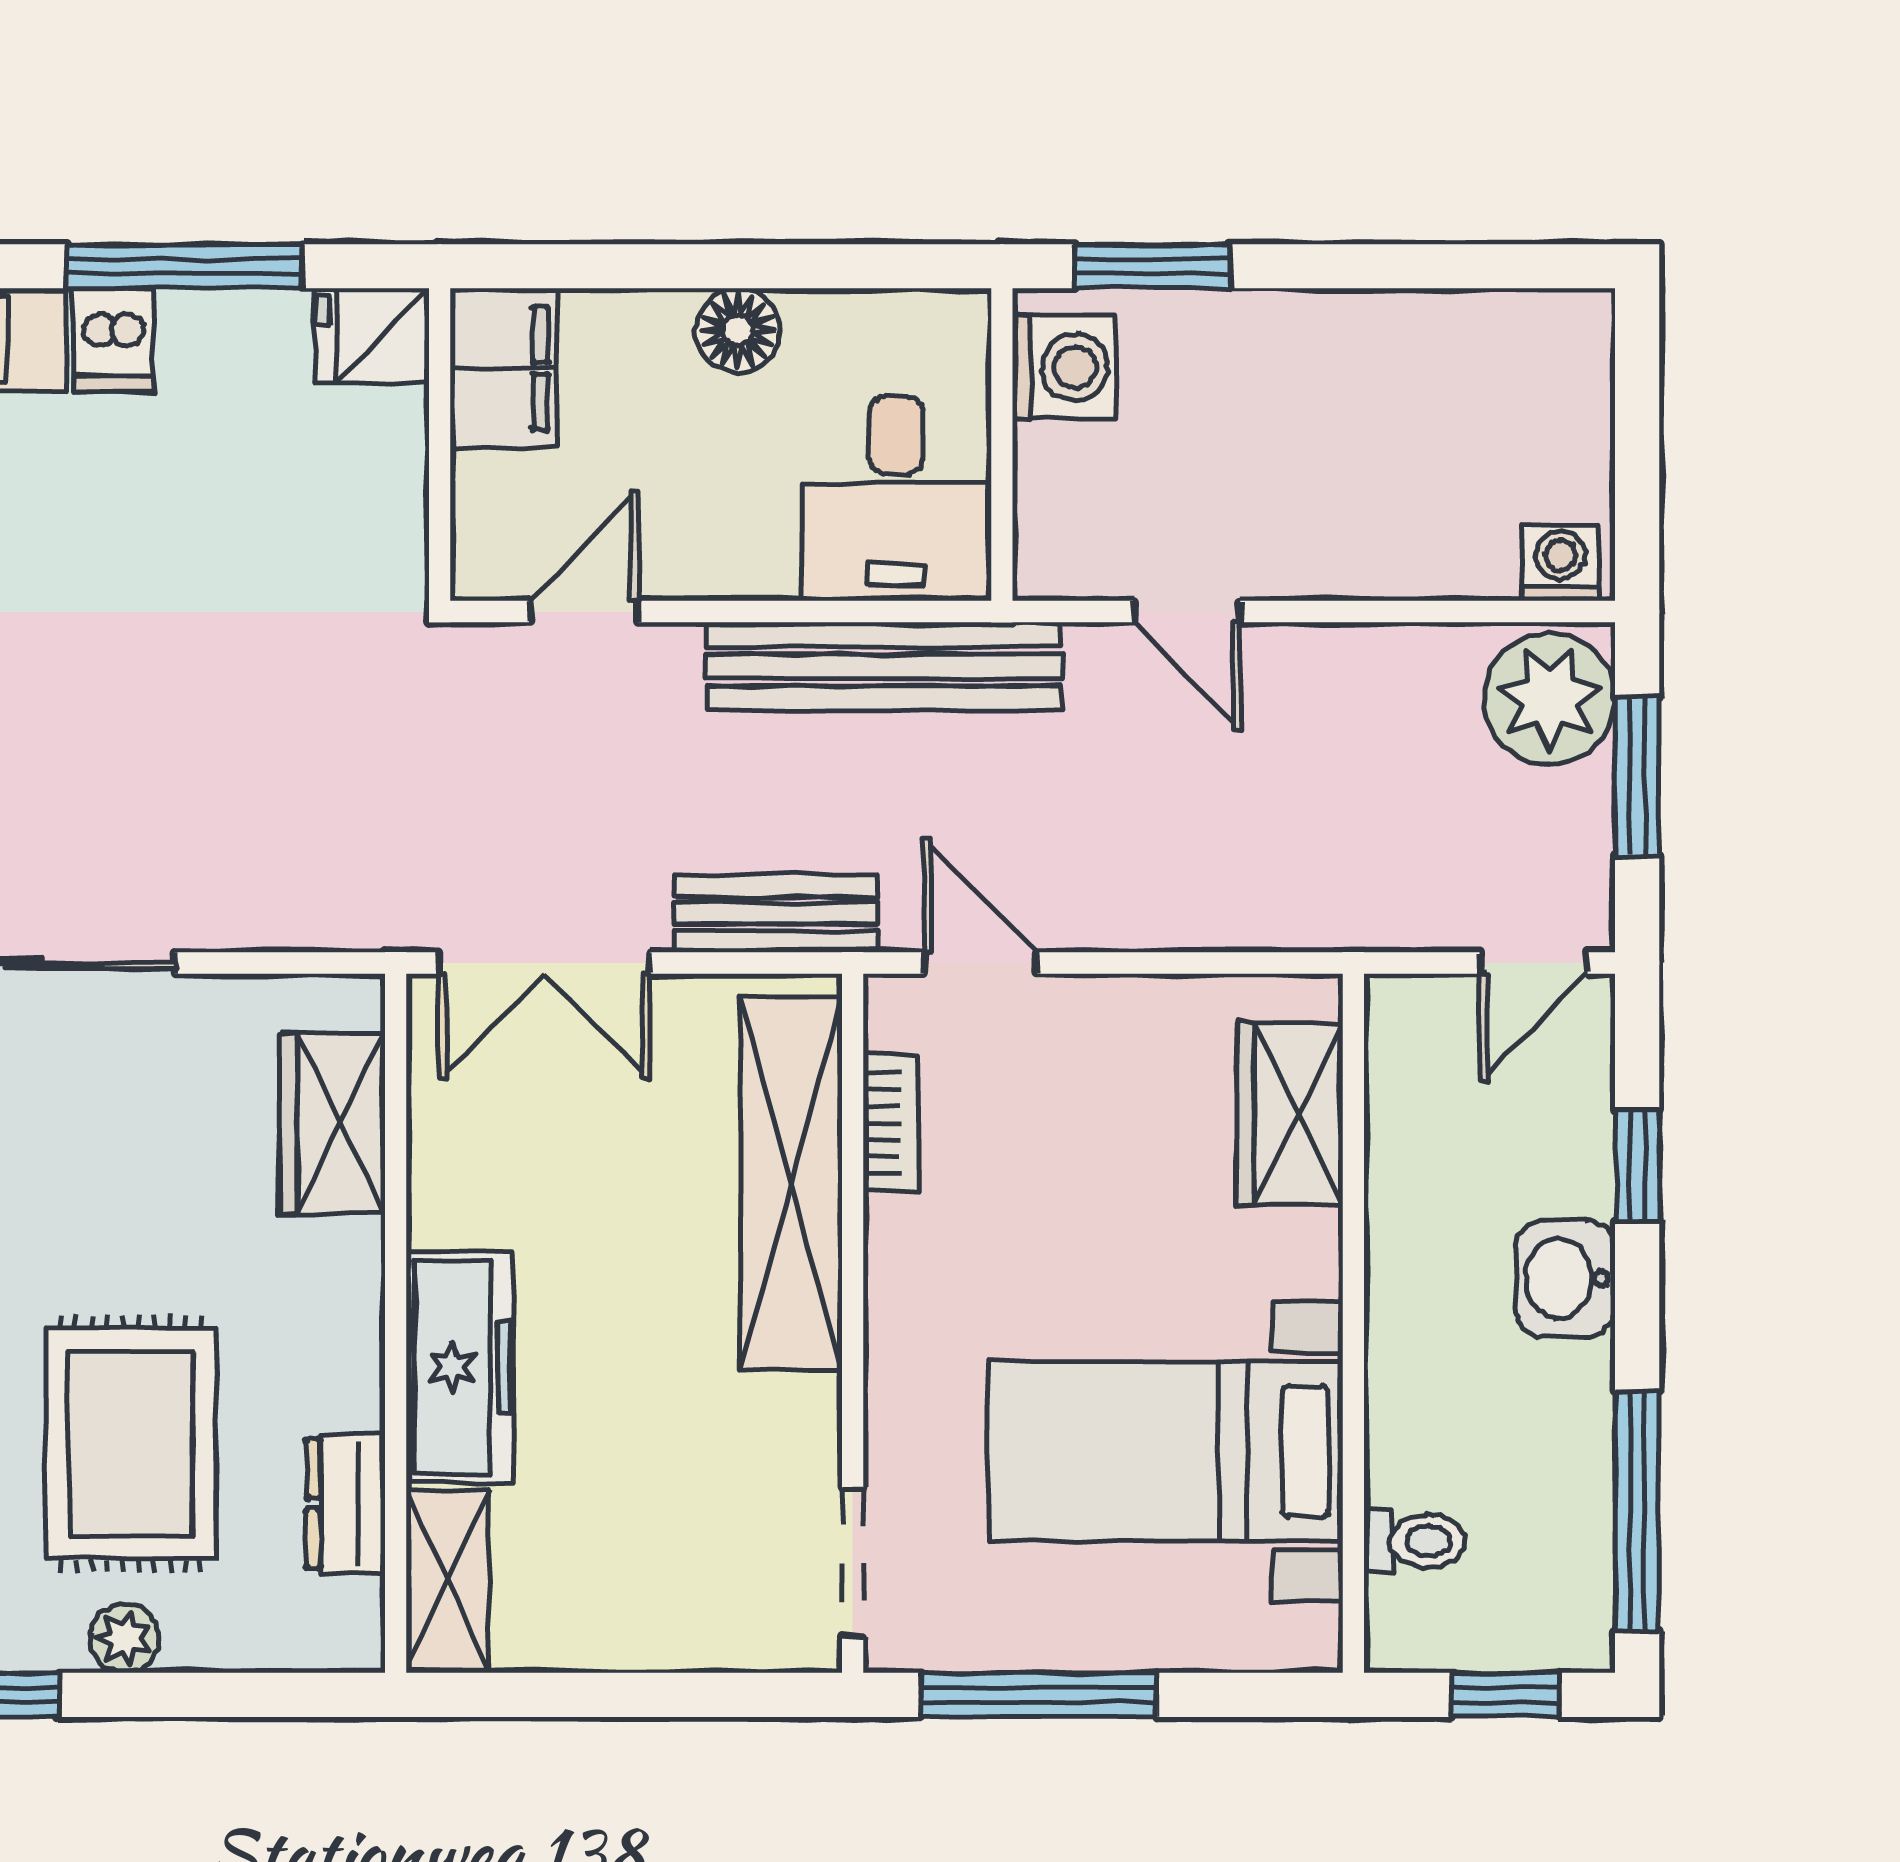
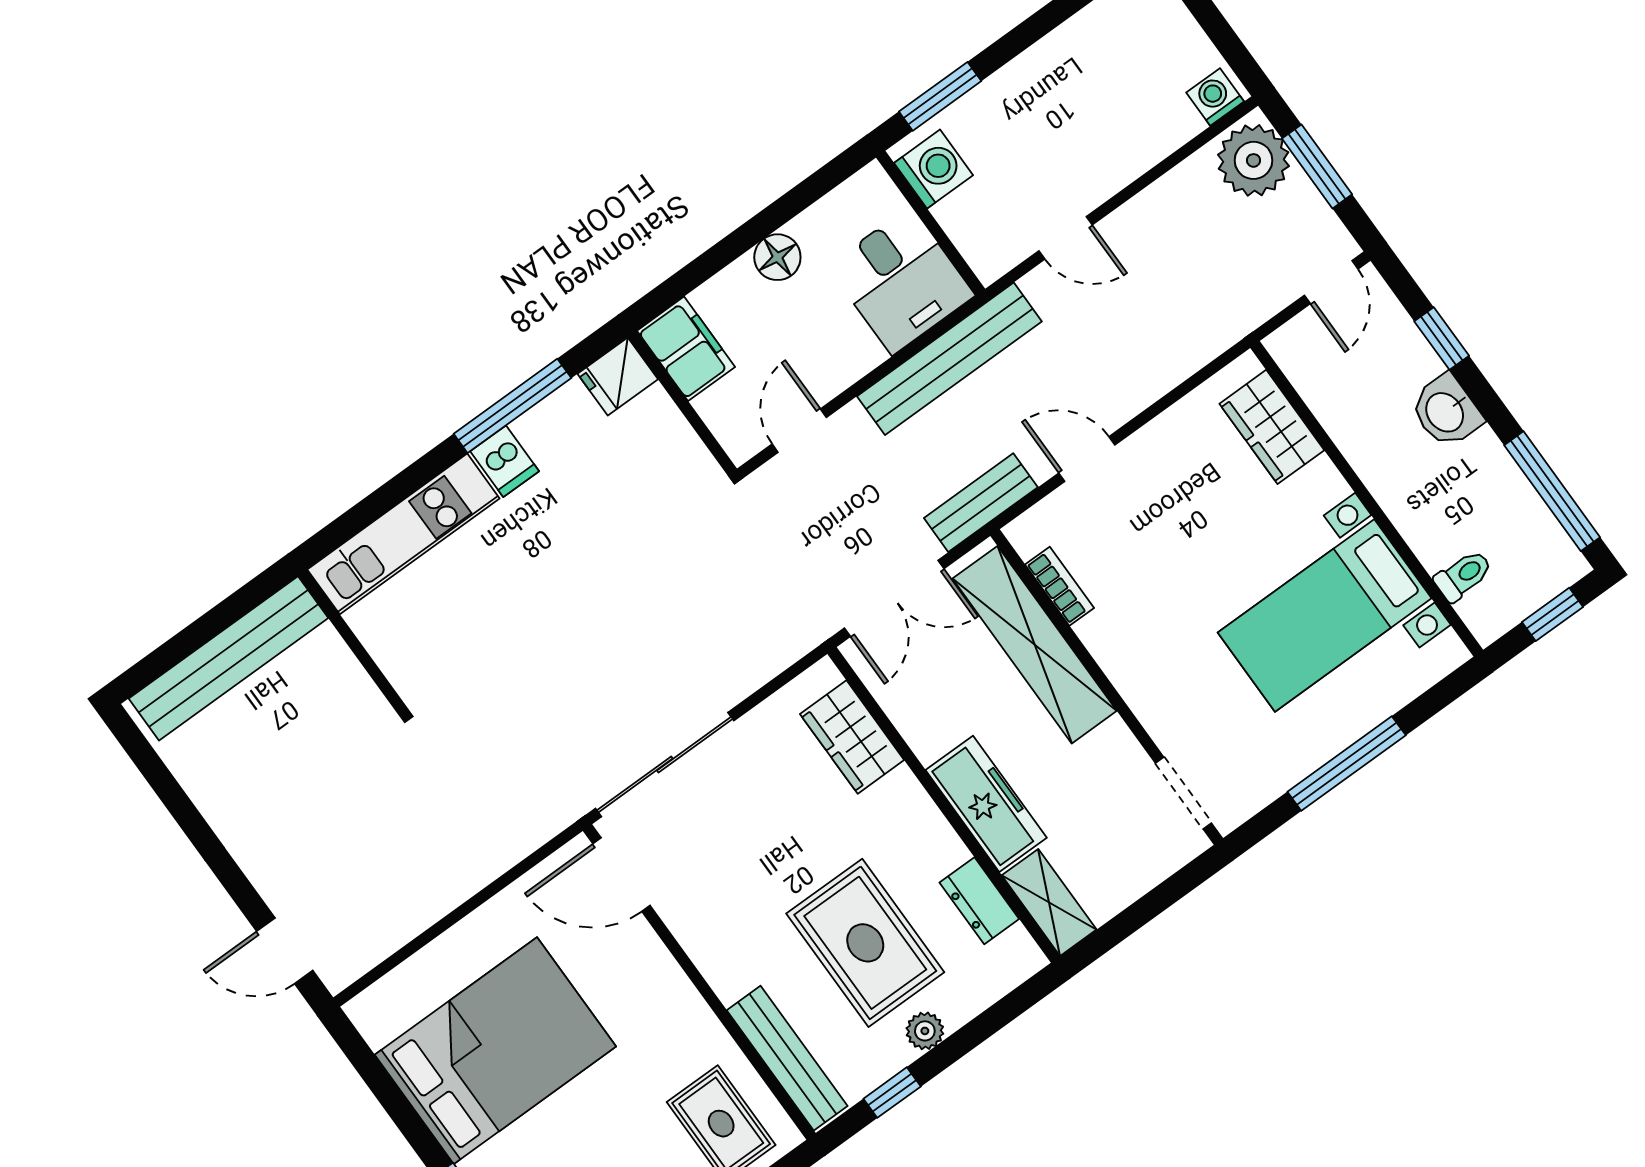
bookcase: (891, 1123) -> (1060, 586), moved
shelving: (791, 1183) -> (1035, 645), moved
wall: (853, 1323) -> (1107, 687), moved
doorway: (853, 1563) -> (1183, 793), moved

